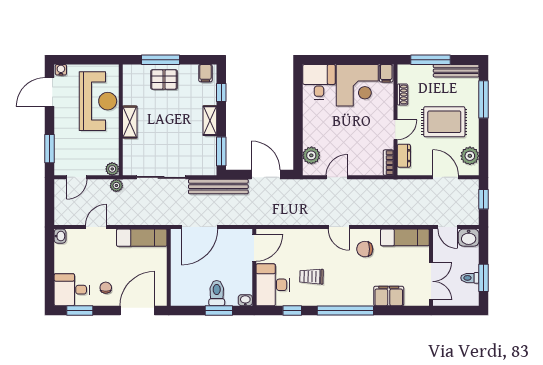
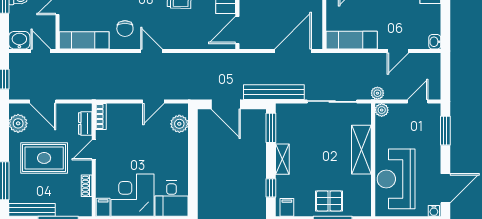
shelving: (130, 122) -> (361, 150), width x1.50, depth x1.33
chair: (365, 249) -> (125, 29), turned 90

